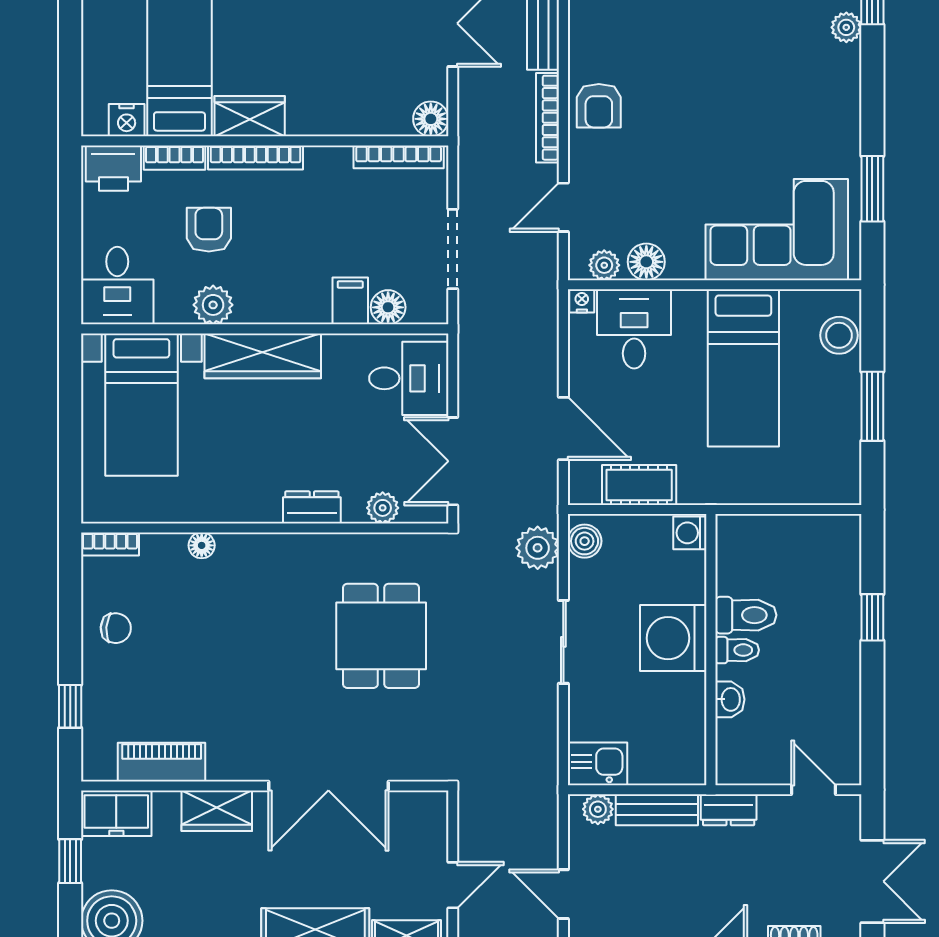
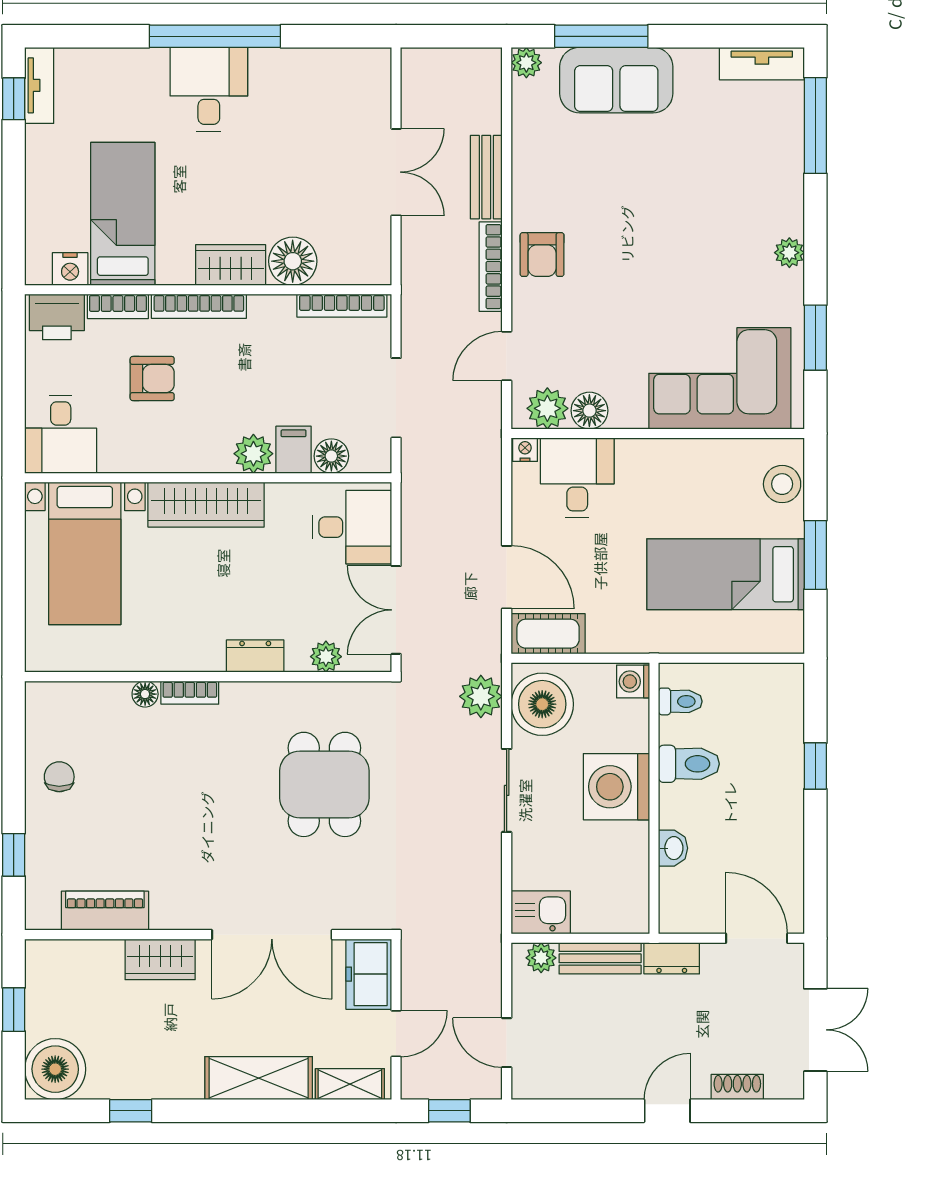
plant: (846, 27) -> (789, 253), moved
wardrobe: (250, 116) -> (231, 265), moved
floor lamp: (431, 119) -> (293, 261), moved, width x1.38, depth x1.38
armchair: (209, 230) -> (152, 379), turned 90
plant: (604, 265) -> (547, 408), width x1.38, depth x1.38
plant: (213, 305) -> (253, 454), moved
bed: (743, 368) -> (726, 574), moved, turned 90
cot: (639, 485) -> (548, 634), moved
boiler: (585, 541) -> (542, 704), width x1.86, depth x1.86
bookcase: (110, 544) -> (190, 693), moved
chair: (116, 628) -> (59, 777), turned -94
toilet: (737, 650) -> (680, 701), moved
door: (814, 790) -> (757, 938), width x1.38
freezer: (116, 813) -> (369, 974), moved, turned 90

